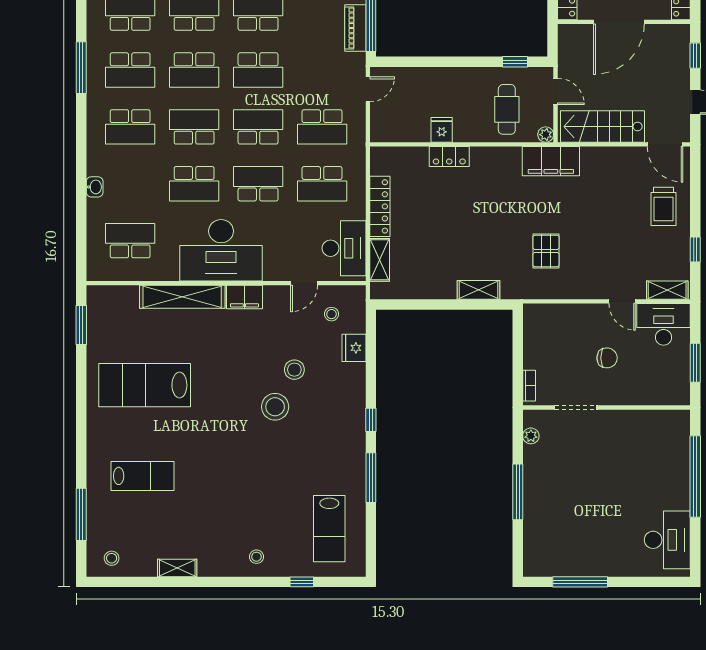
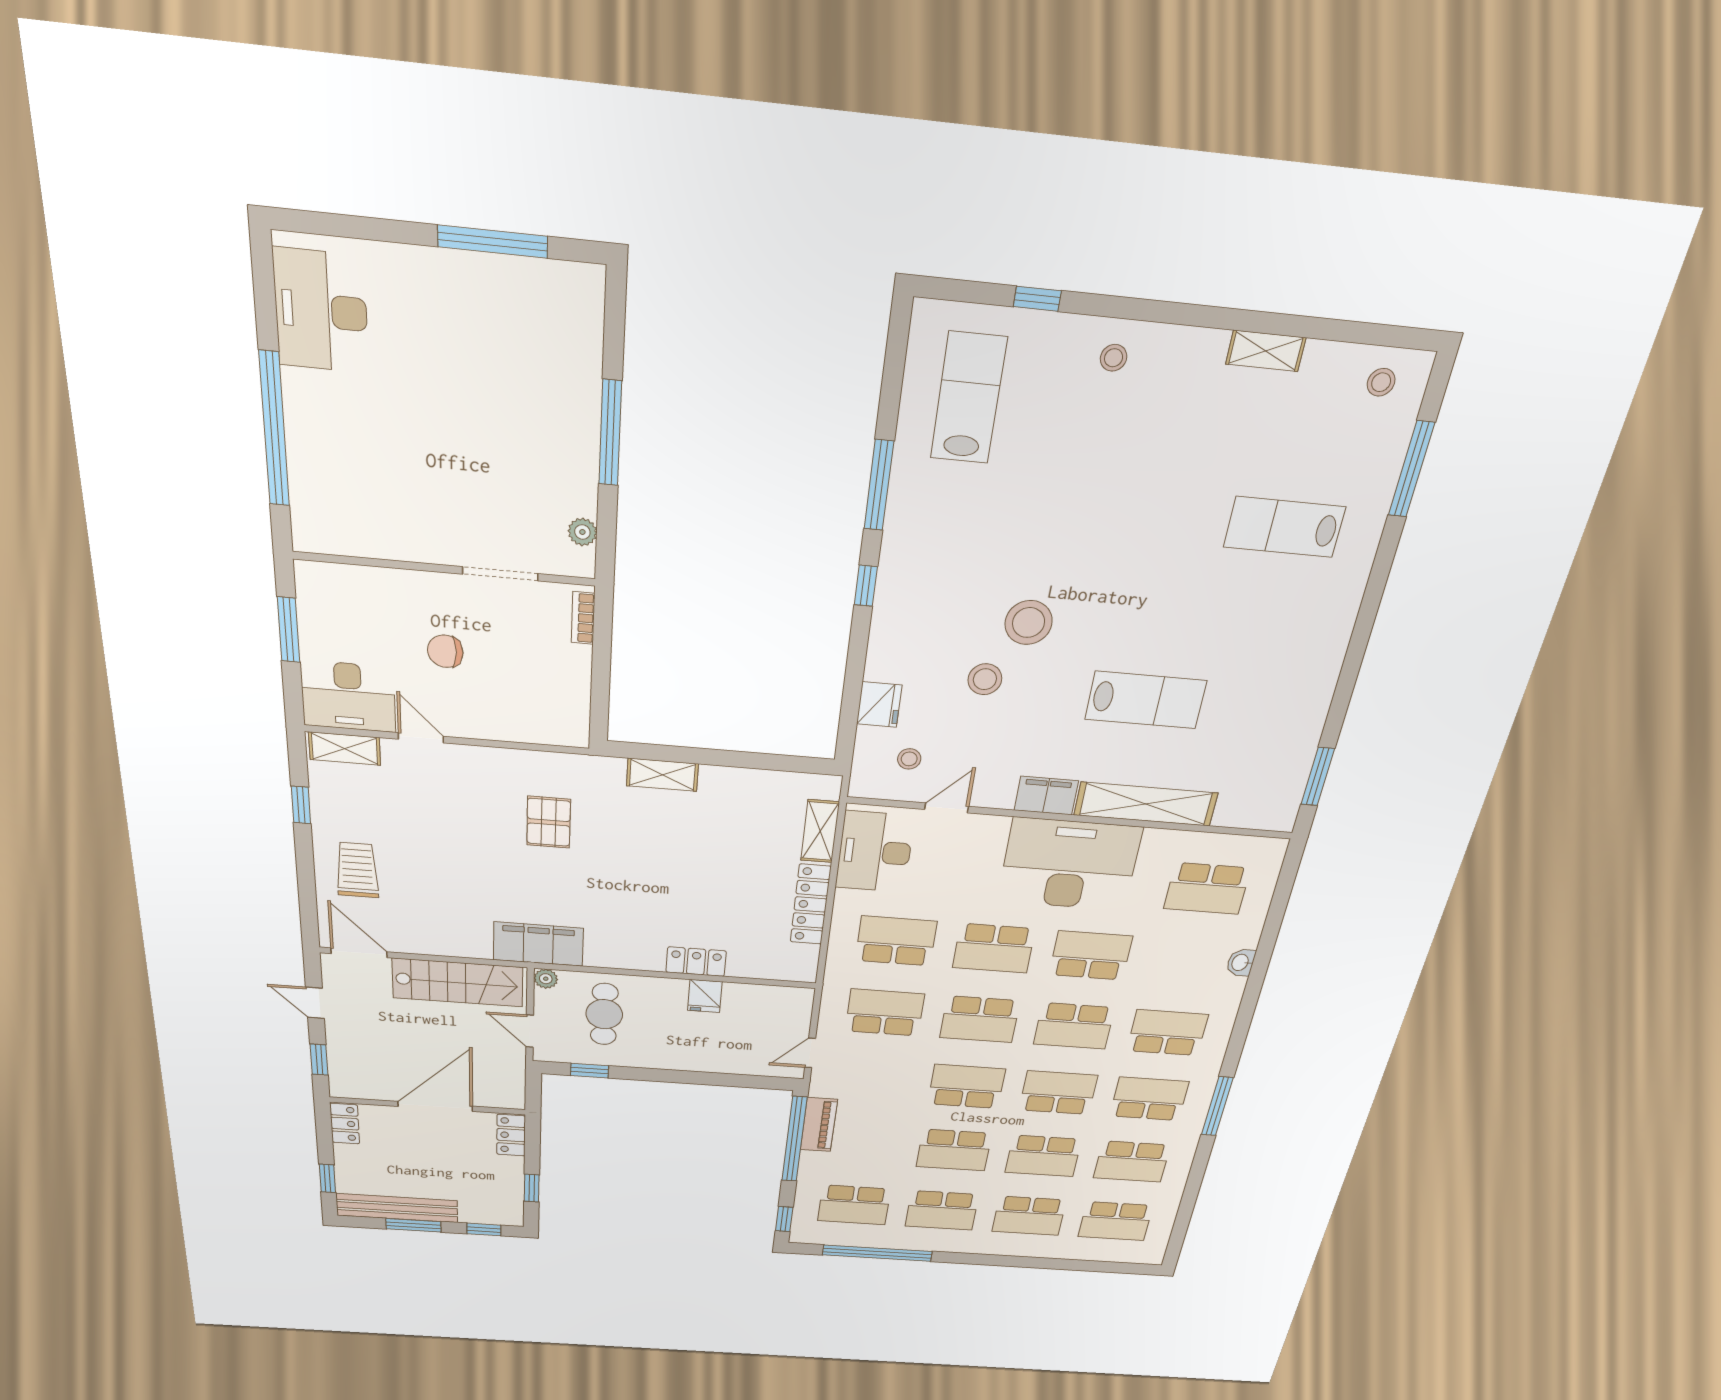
lab bench: (145, 385) -> (1146, 700), moved, width x0.73, depth x0.72

